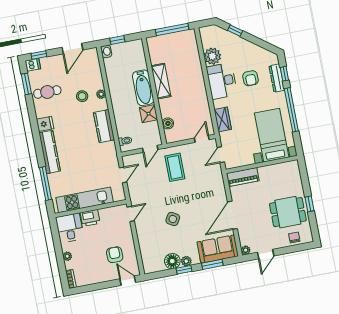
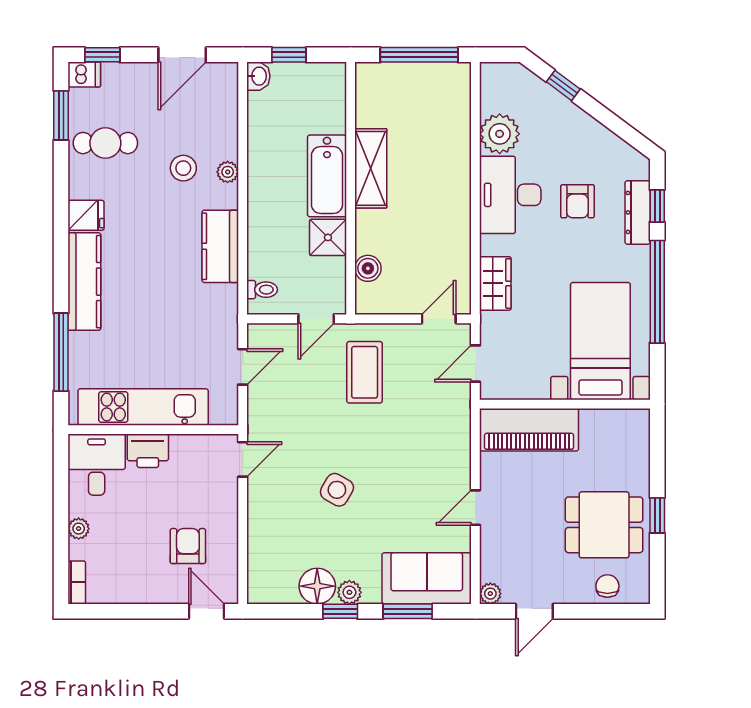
piano: (243, 177) -> (529, 430), width x1.37, depth x1.33
door: (232, 215) -> (475, 508), width x0.53

